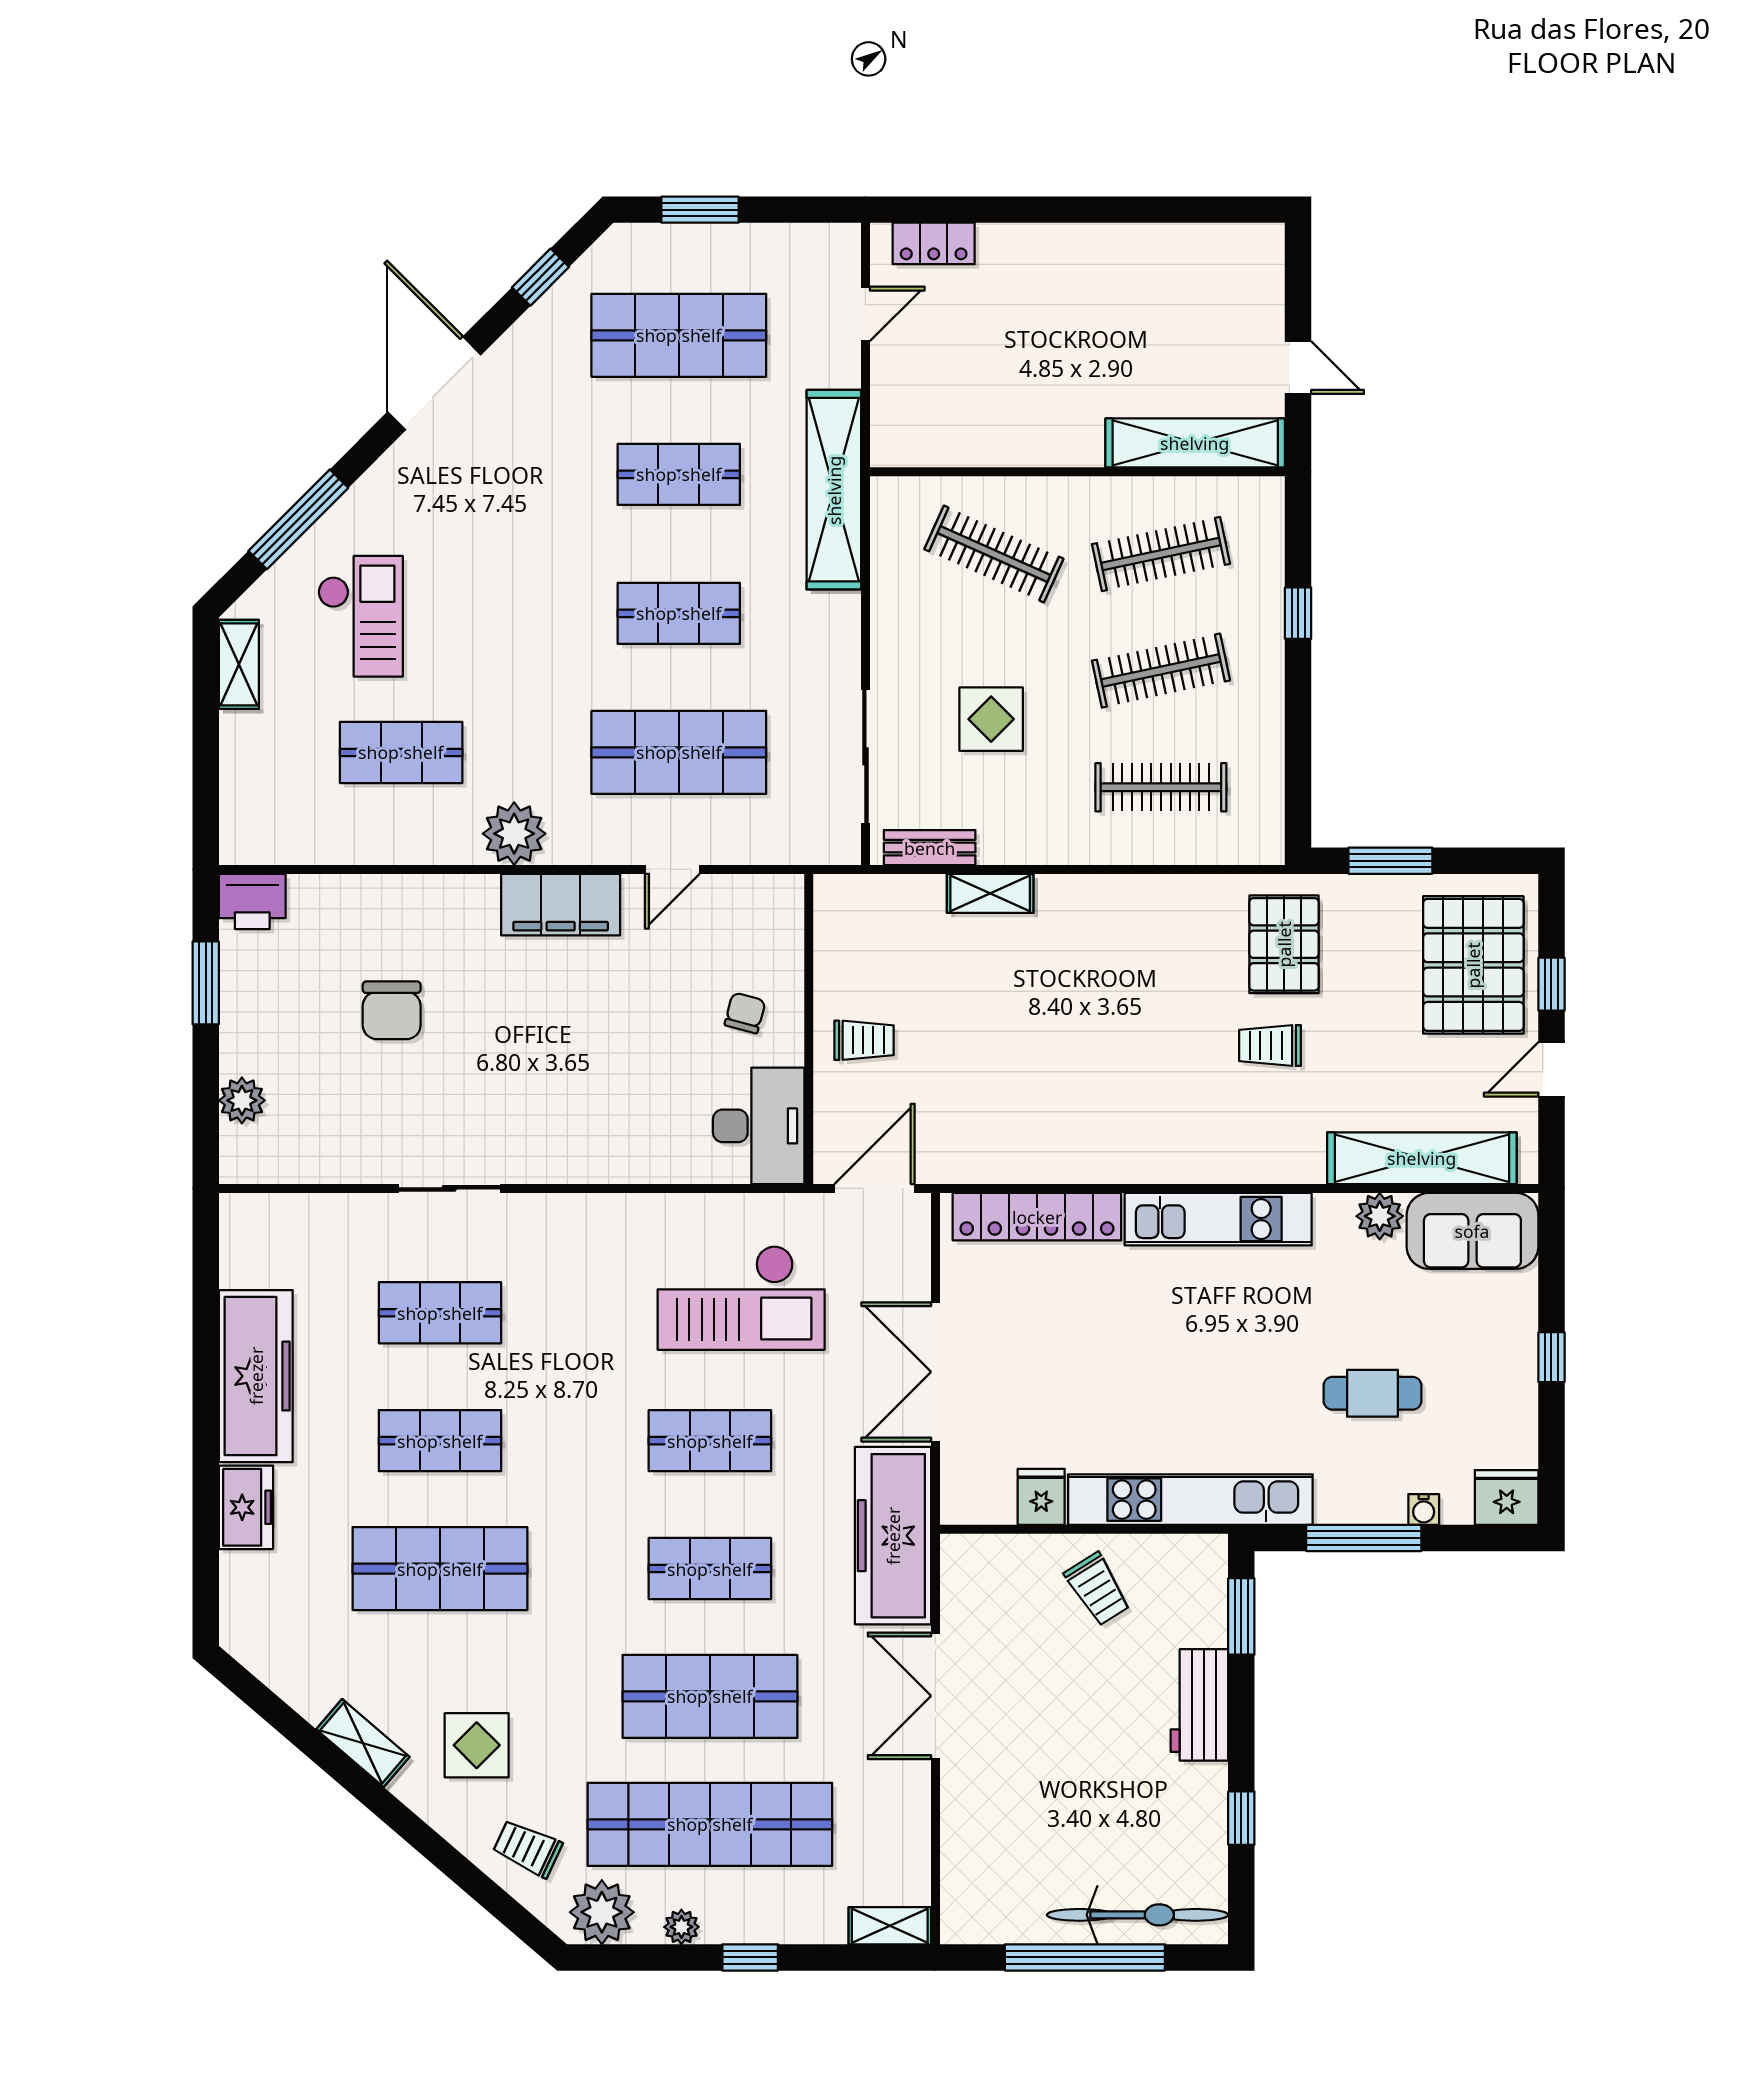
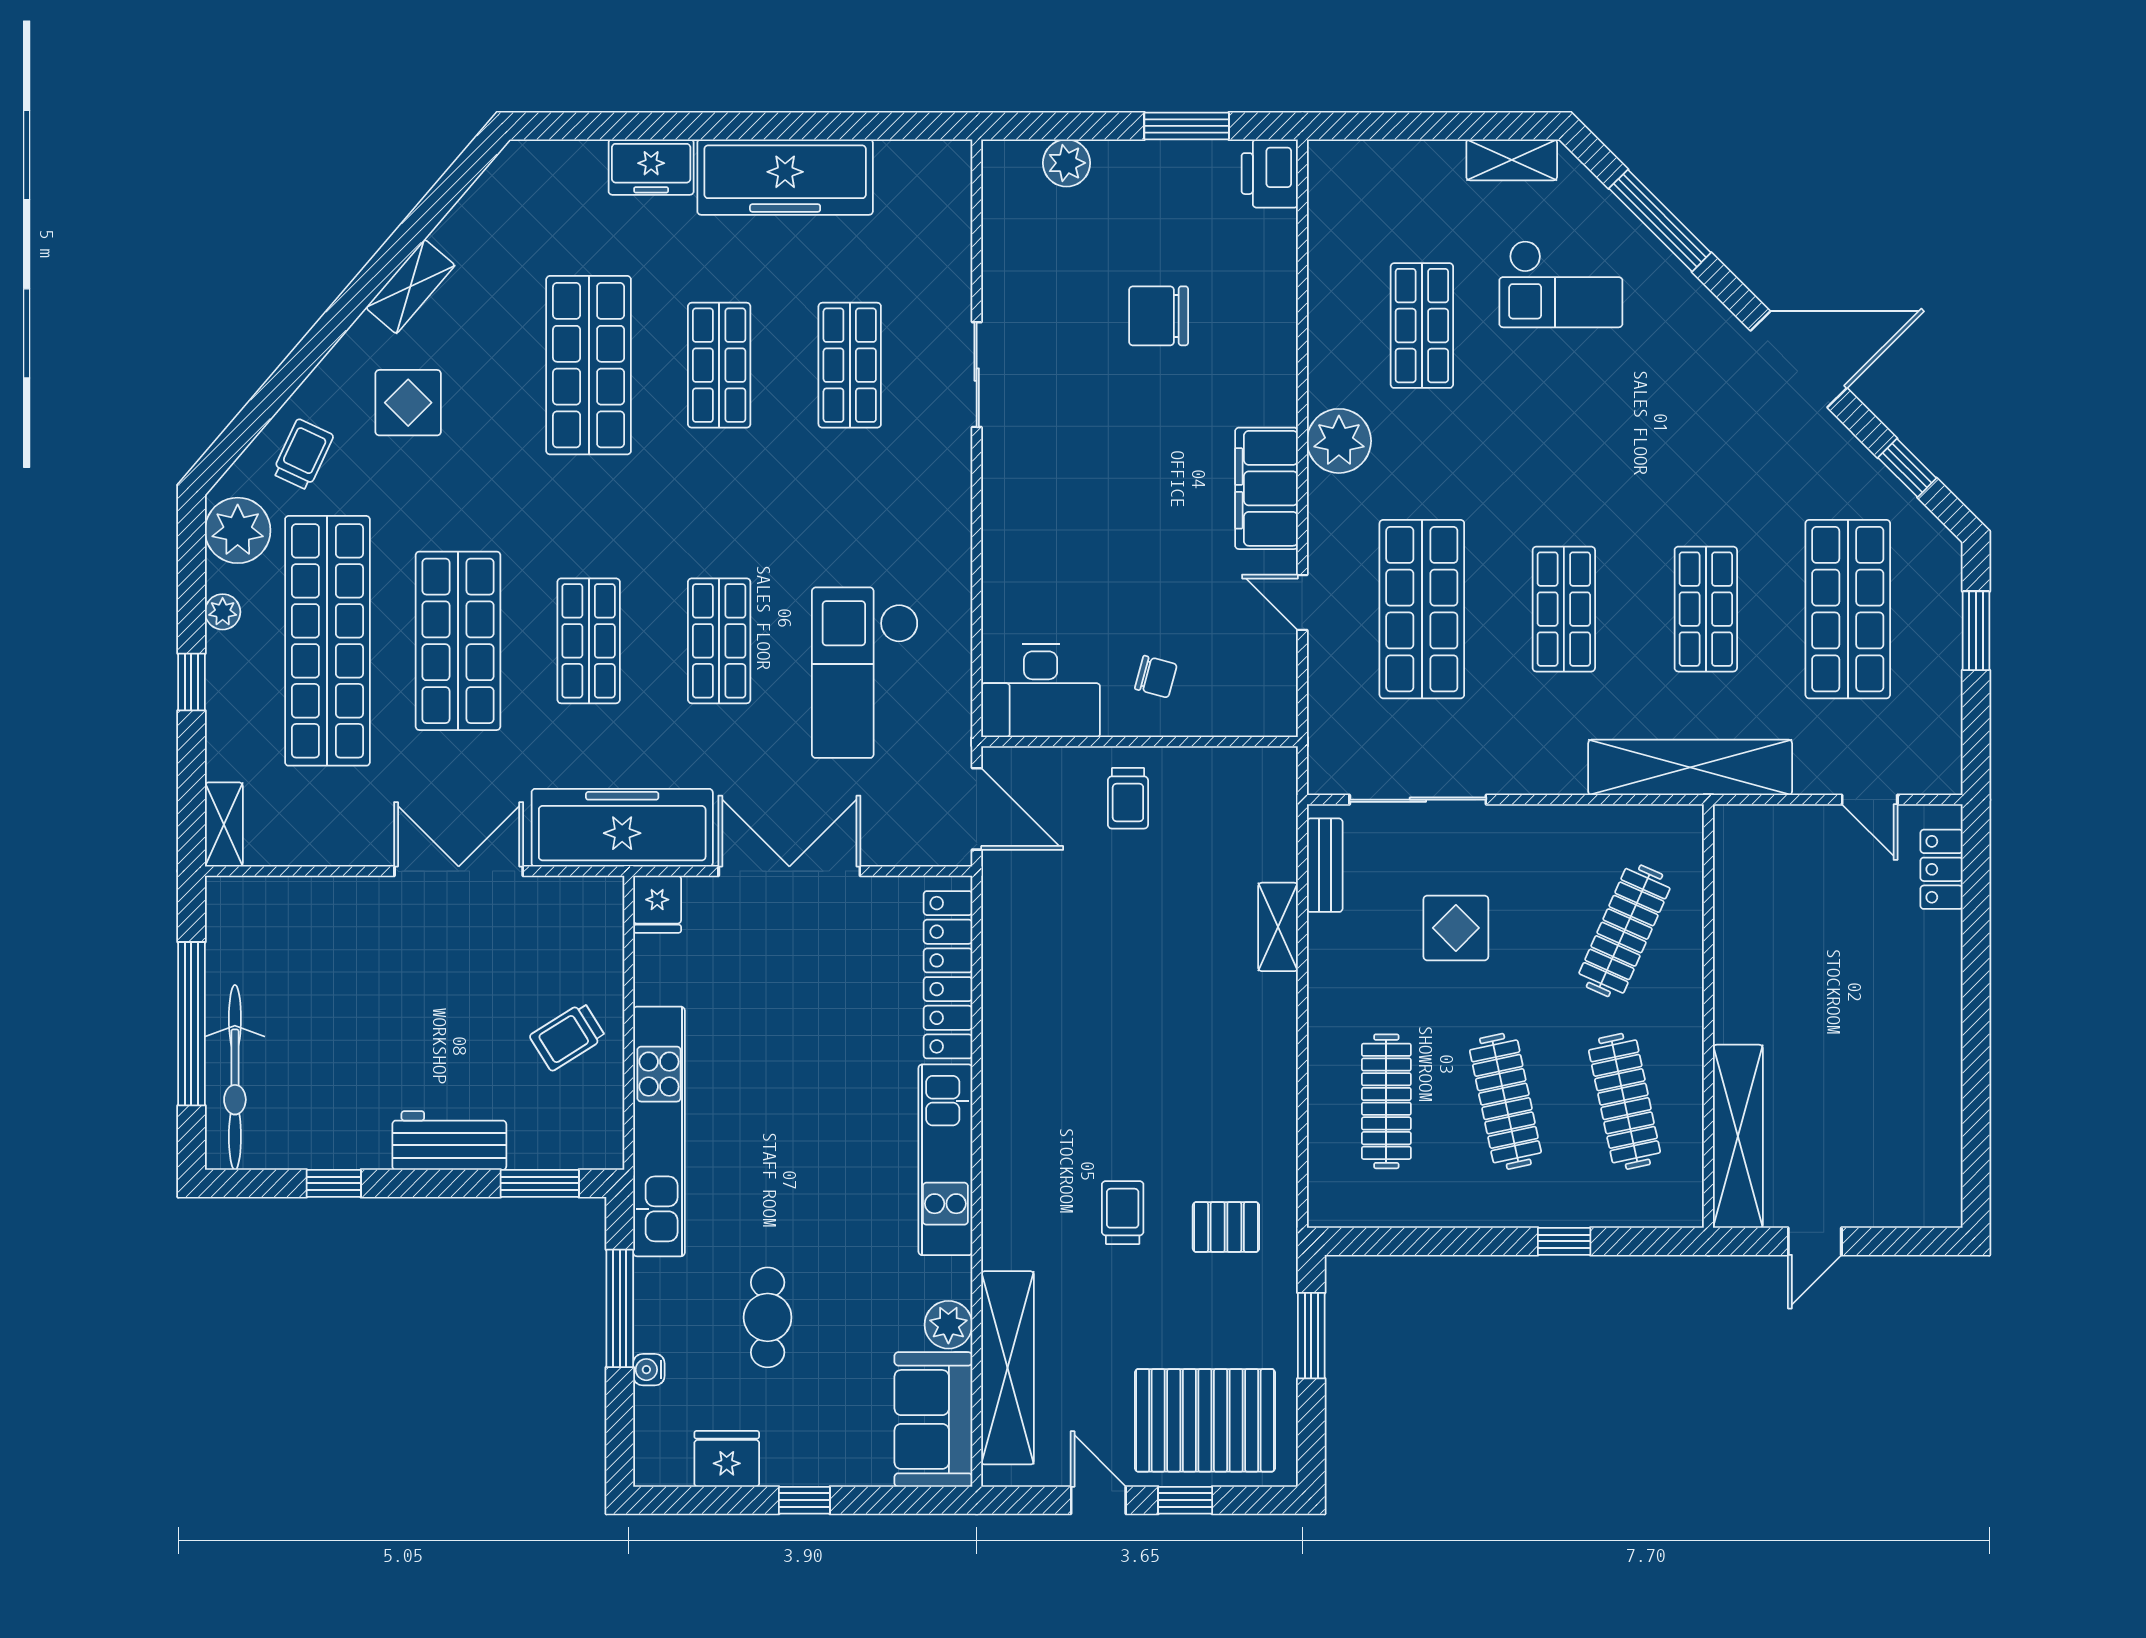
pallet: (1284, 944) -> (1226, 1227), width x0.67, depth x0.71
fridge: (1041, 1497) -> (657, 904), moved, turned 90
fridge: (1507, 1497) -> (727, 1459), moved, turned -90

